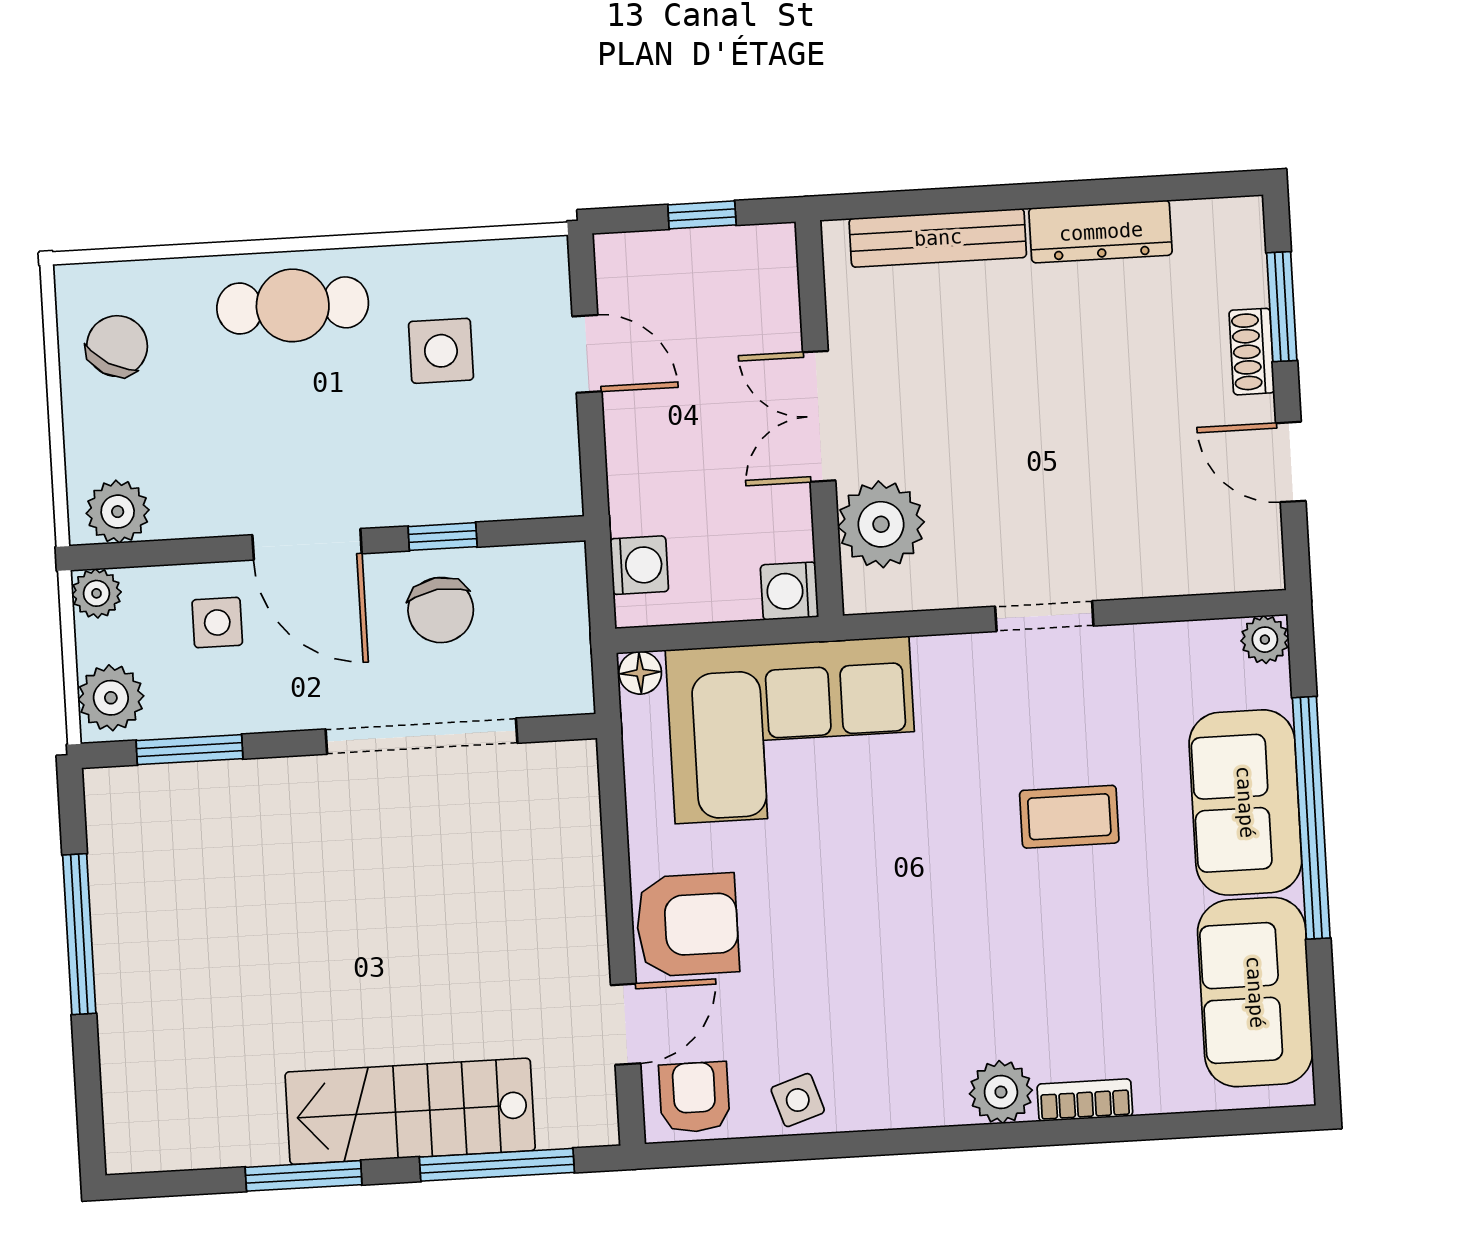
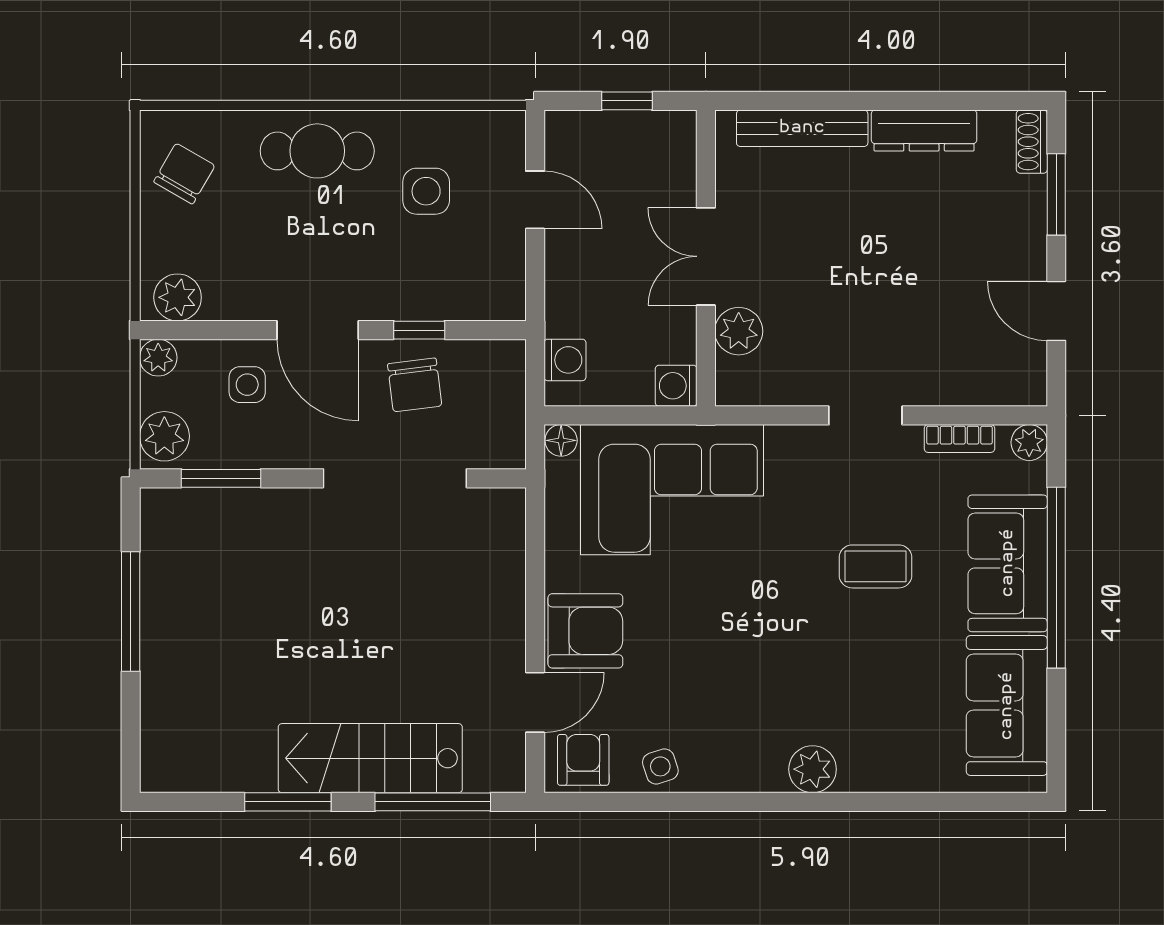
shoe rack: (1252, 352) -> (1032, 142), moved
plant: (881, 524) -> (739, 331), width x0.73, depth x0.73
bookcase: (1085, 1100) -> (959, 438), moved, turned 180

